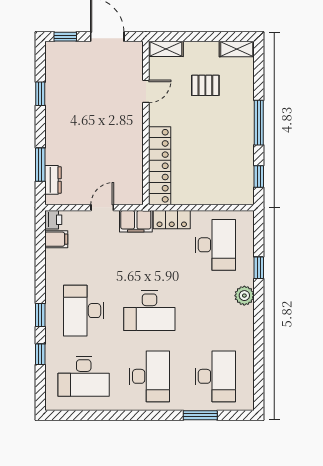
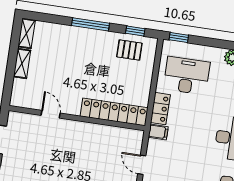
shelving: (166, 49) -> (22, 63), moved
pallet: (205, 85) -> (129, 50), moved, turned 90
filing cabinet: (136, 221) -> (158, 132), width x0.50
window: (259, 268) -> (179, 38), moved

